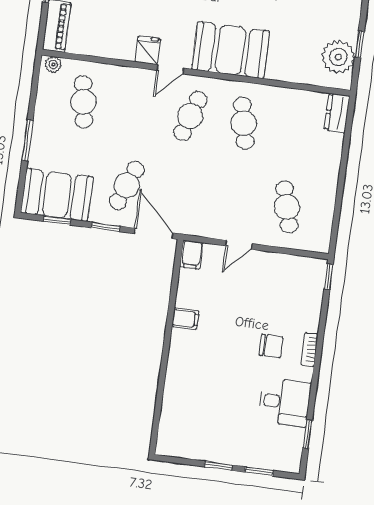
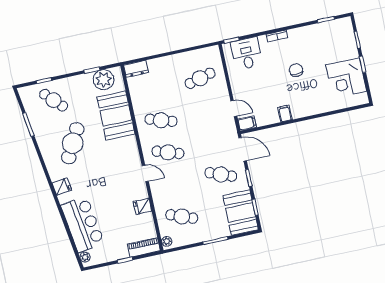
fridge: (148, 50) -> (142, 206), moved
booth: (231, 50) -> (116, 116), moved
cafe table: (83, 102) -> (182, 216), turned 30
cafe table: (244, 123) -> (161, 120), turned 30
door: (154, 233) -> (243, 149), swing flipped
door: (239, 245) -> (234, 109), moved
chair: (271, 346) -> (296, 70), moved
desk: (285, 402) -> (247, 54), moved
corner desk: (206, 433) -> (346, 78), added

